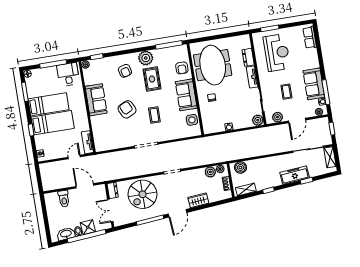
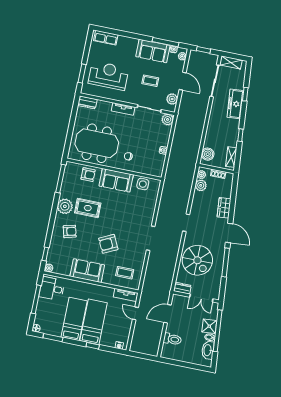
dresser: (248, 57) -> (87, 102), moved
coffee table: (154, 115) -> (125, 273), moved

